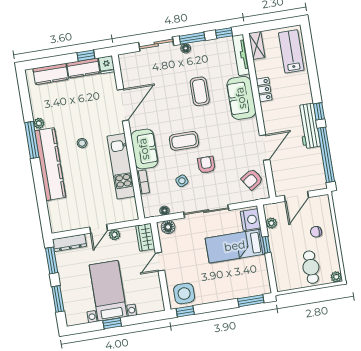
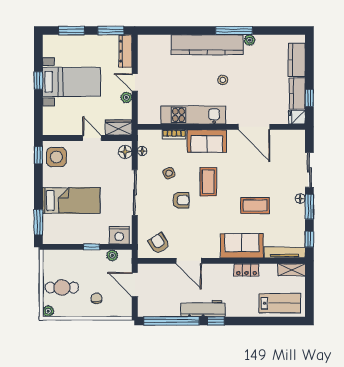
bed: (235, 246) -> (71, 200), moved, turned 90

